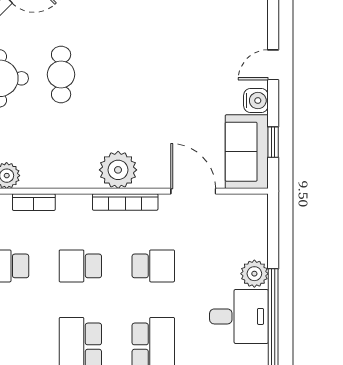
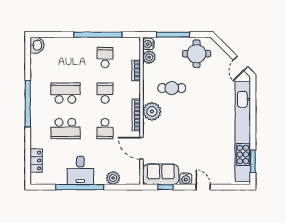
cafe table: (61, 74) -> (172, 88), moved
door: (193, 191) -> (142, 148), swing flipped
plant: (254, 274) -> (113, 178), moved

